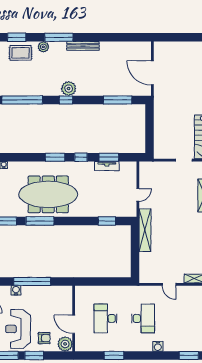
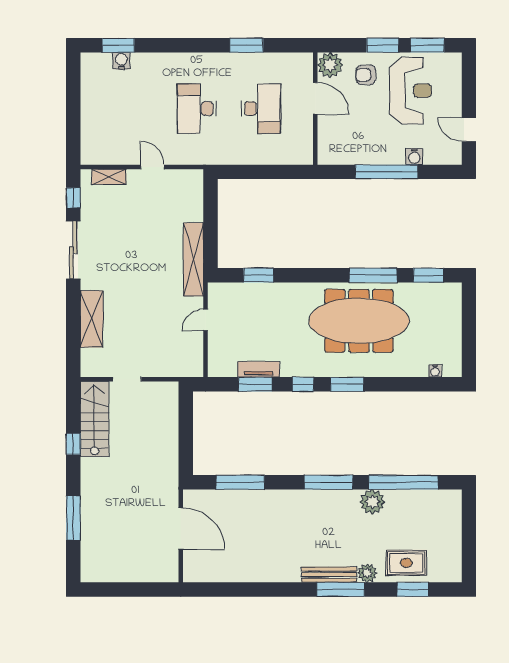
bench: (83, 46) -> (329, 575), moved
plant: (69, 89) -> (372, 502), moved
window: (66, 100) -> (329, 482), width x2.17
water cooler: (158, 346) -> (121, 61), moved

